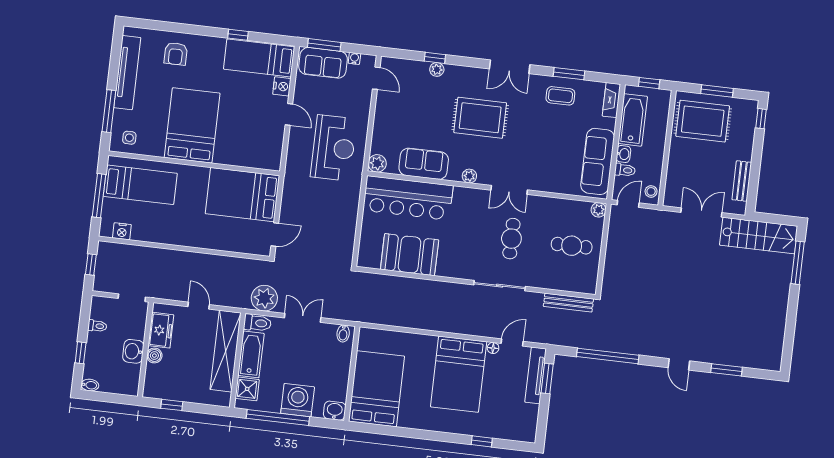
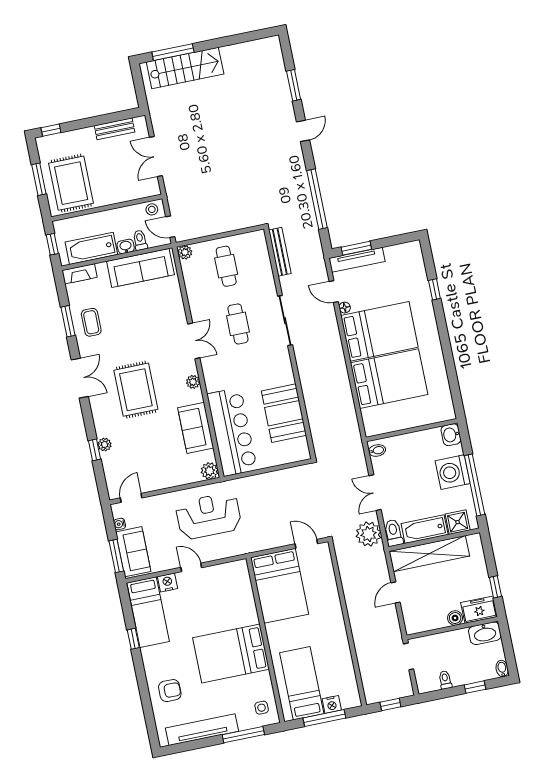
door: (289, 114) -> (191, 567), hinge flipped
nightstand: (122, 231) -> (332, 704), moved, turned 90
stairs: (759, 236) -> (185, 68), moved, turned 90
cafe table: (511, 239) -> (238, 324), turned 90
freezer: (161, 330) -> (479, 610), moved
washbasin: (133, 351) -> (485, 633), moved, width x1.38
bed: (376, 389) -> (389, 379), moved, turned 180

